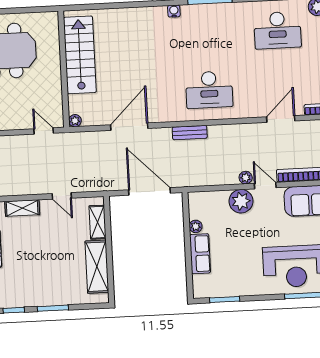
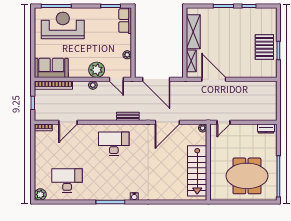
door: (44, 131) -> (223, 122), hinge flipped
door: (265, 186) -> (116, 79), moved
door: (62, 196) -> (214, 79), width x1.88
shelving: (22, 208) -> (240, 73), removed
row of seats: (200, 254) -> (125, 21), moved

